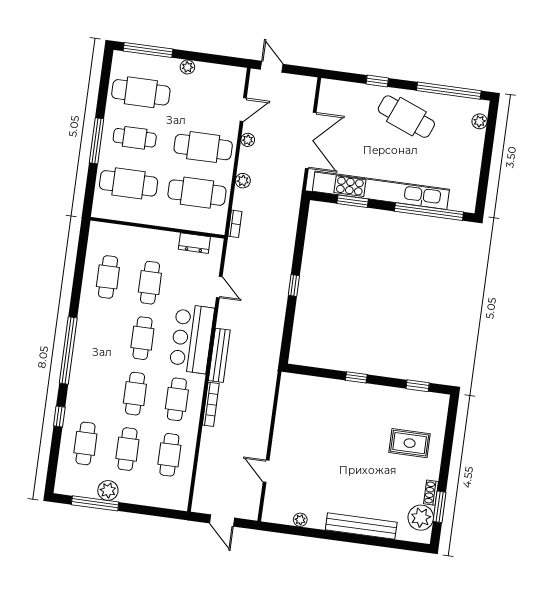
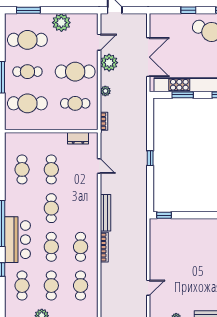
window: (148, 50) -> (28, 10), width x0.69
plant: (187, 67) -> (61, 23), width x1.88, depth x1.88
plant: (248, 140) -> (109, 63), width x1.88, depth x1.88
cafe table: (197, 193) -> (75, 103), width x0.73, depth x0.74
bar counter: (192, 339) -> (17, 240), moved, turned 180
window: (356, 377) -> (164, 215), moved
door: (266, 471) -> (148, 288), swing flipped

